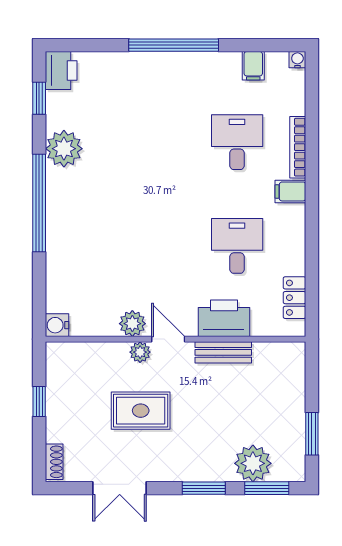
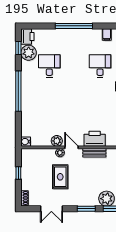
plant: (64, 149) -> (29, 53), moved
desk: (237, 246) -> (49, 66), moved
rug: (141, 411) -> (60, 177), turned 90

